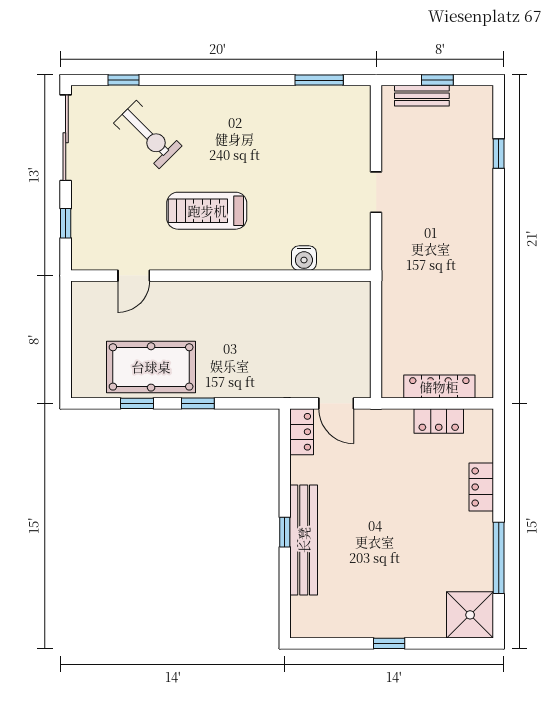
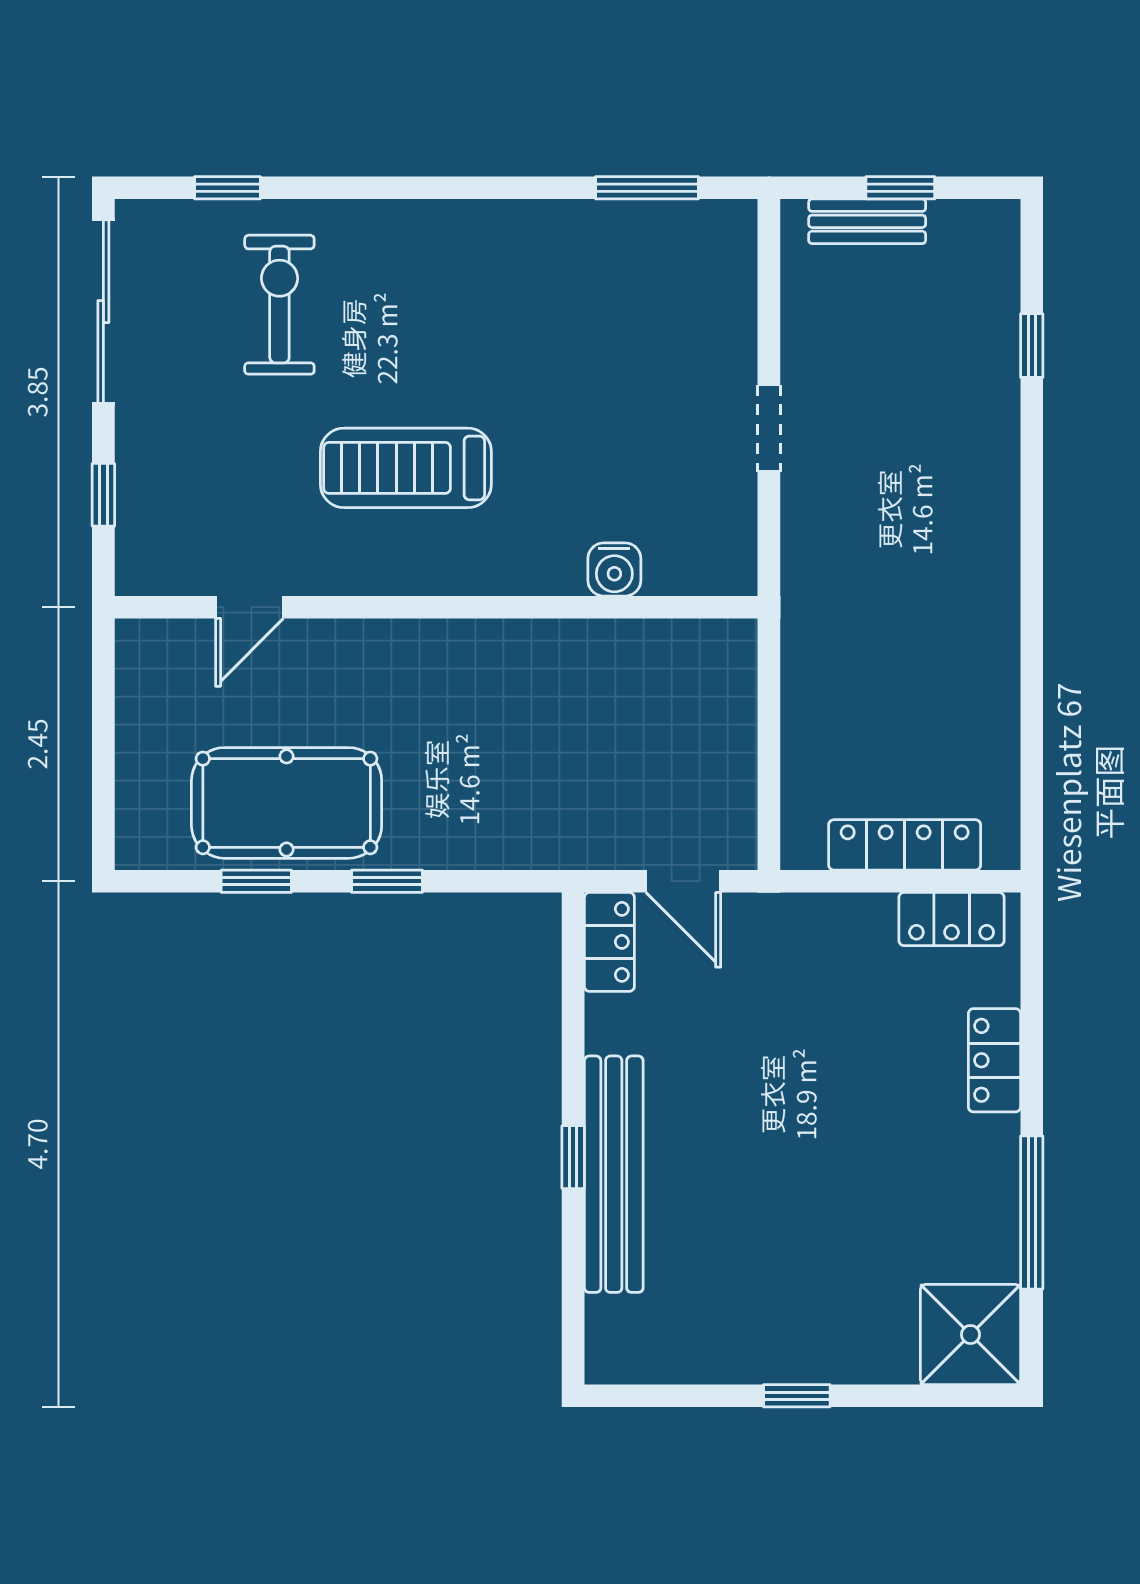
exercise bike: (148, 135) -> (279, 305), turned -135
locker: (439, 421) -> (952, 919), moved

